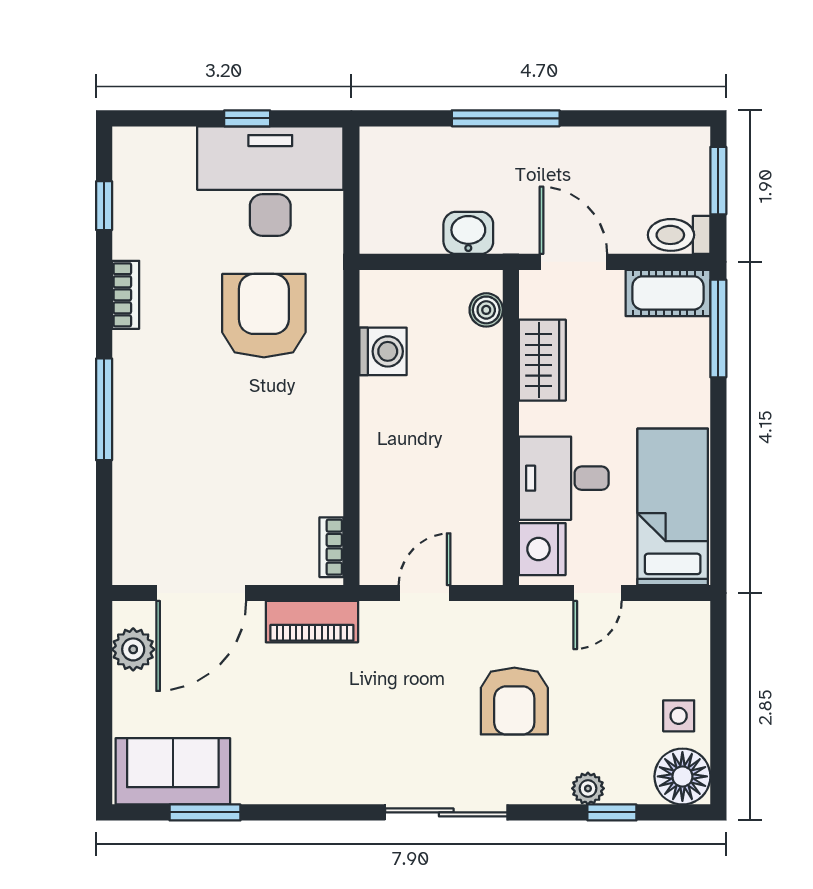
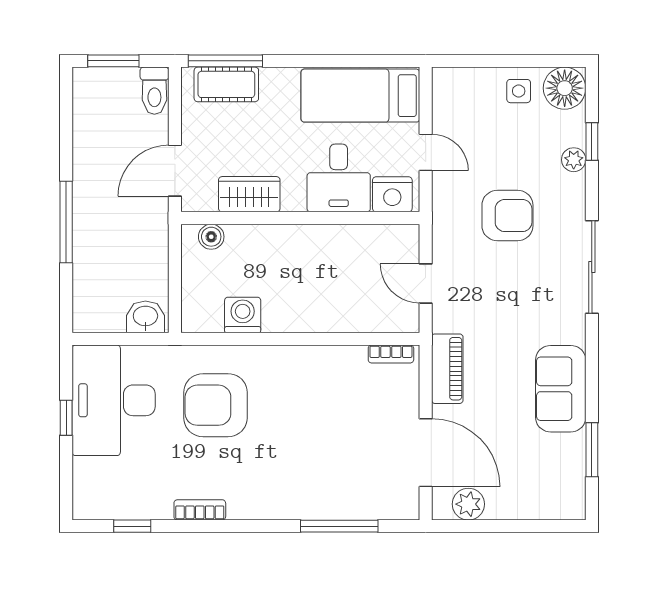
washbasin: (468, 233) -> (145, 317), moved, turned 90
cot: (668, 293) -> (226, 84), moved, turned 90
window: (104, 409) -> (339, 526), moved
sofa: (173, 771) -> (561, 389), moved

